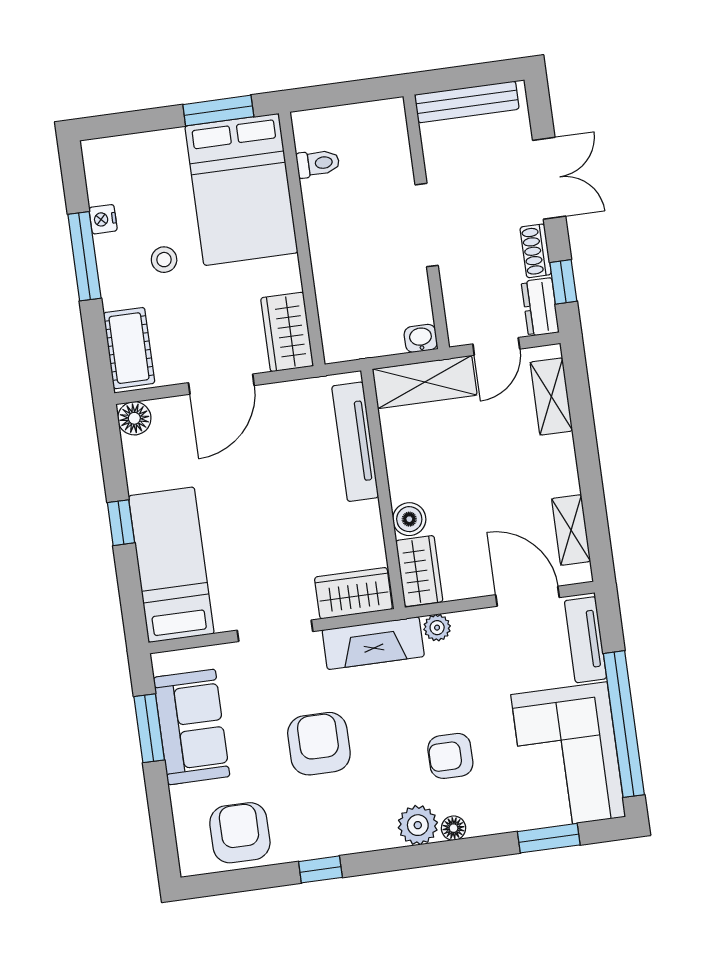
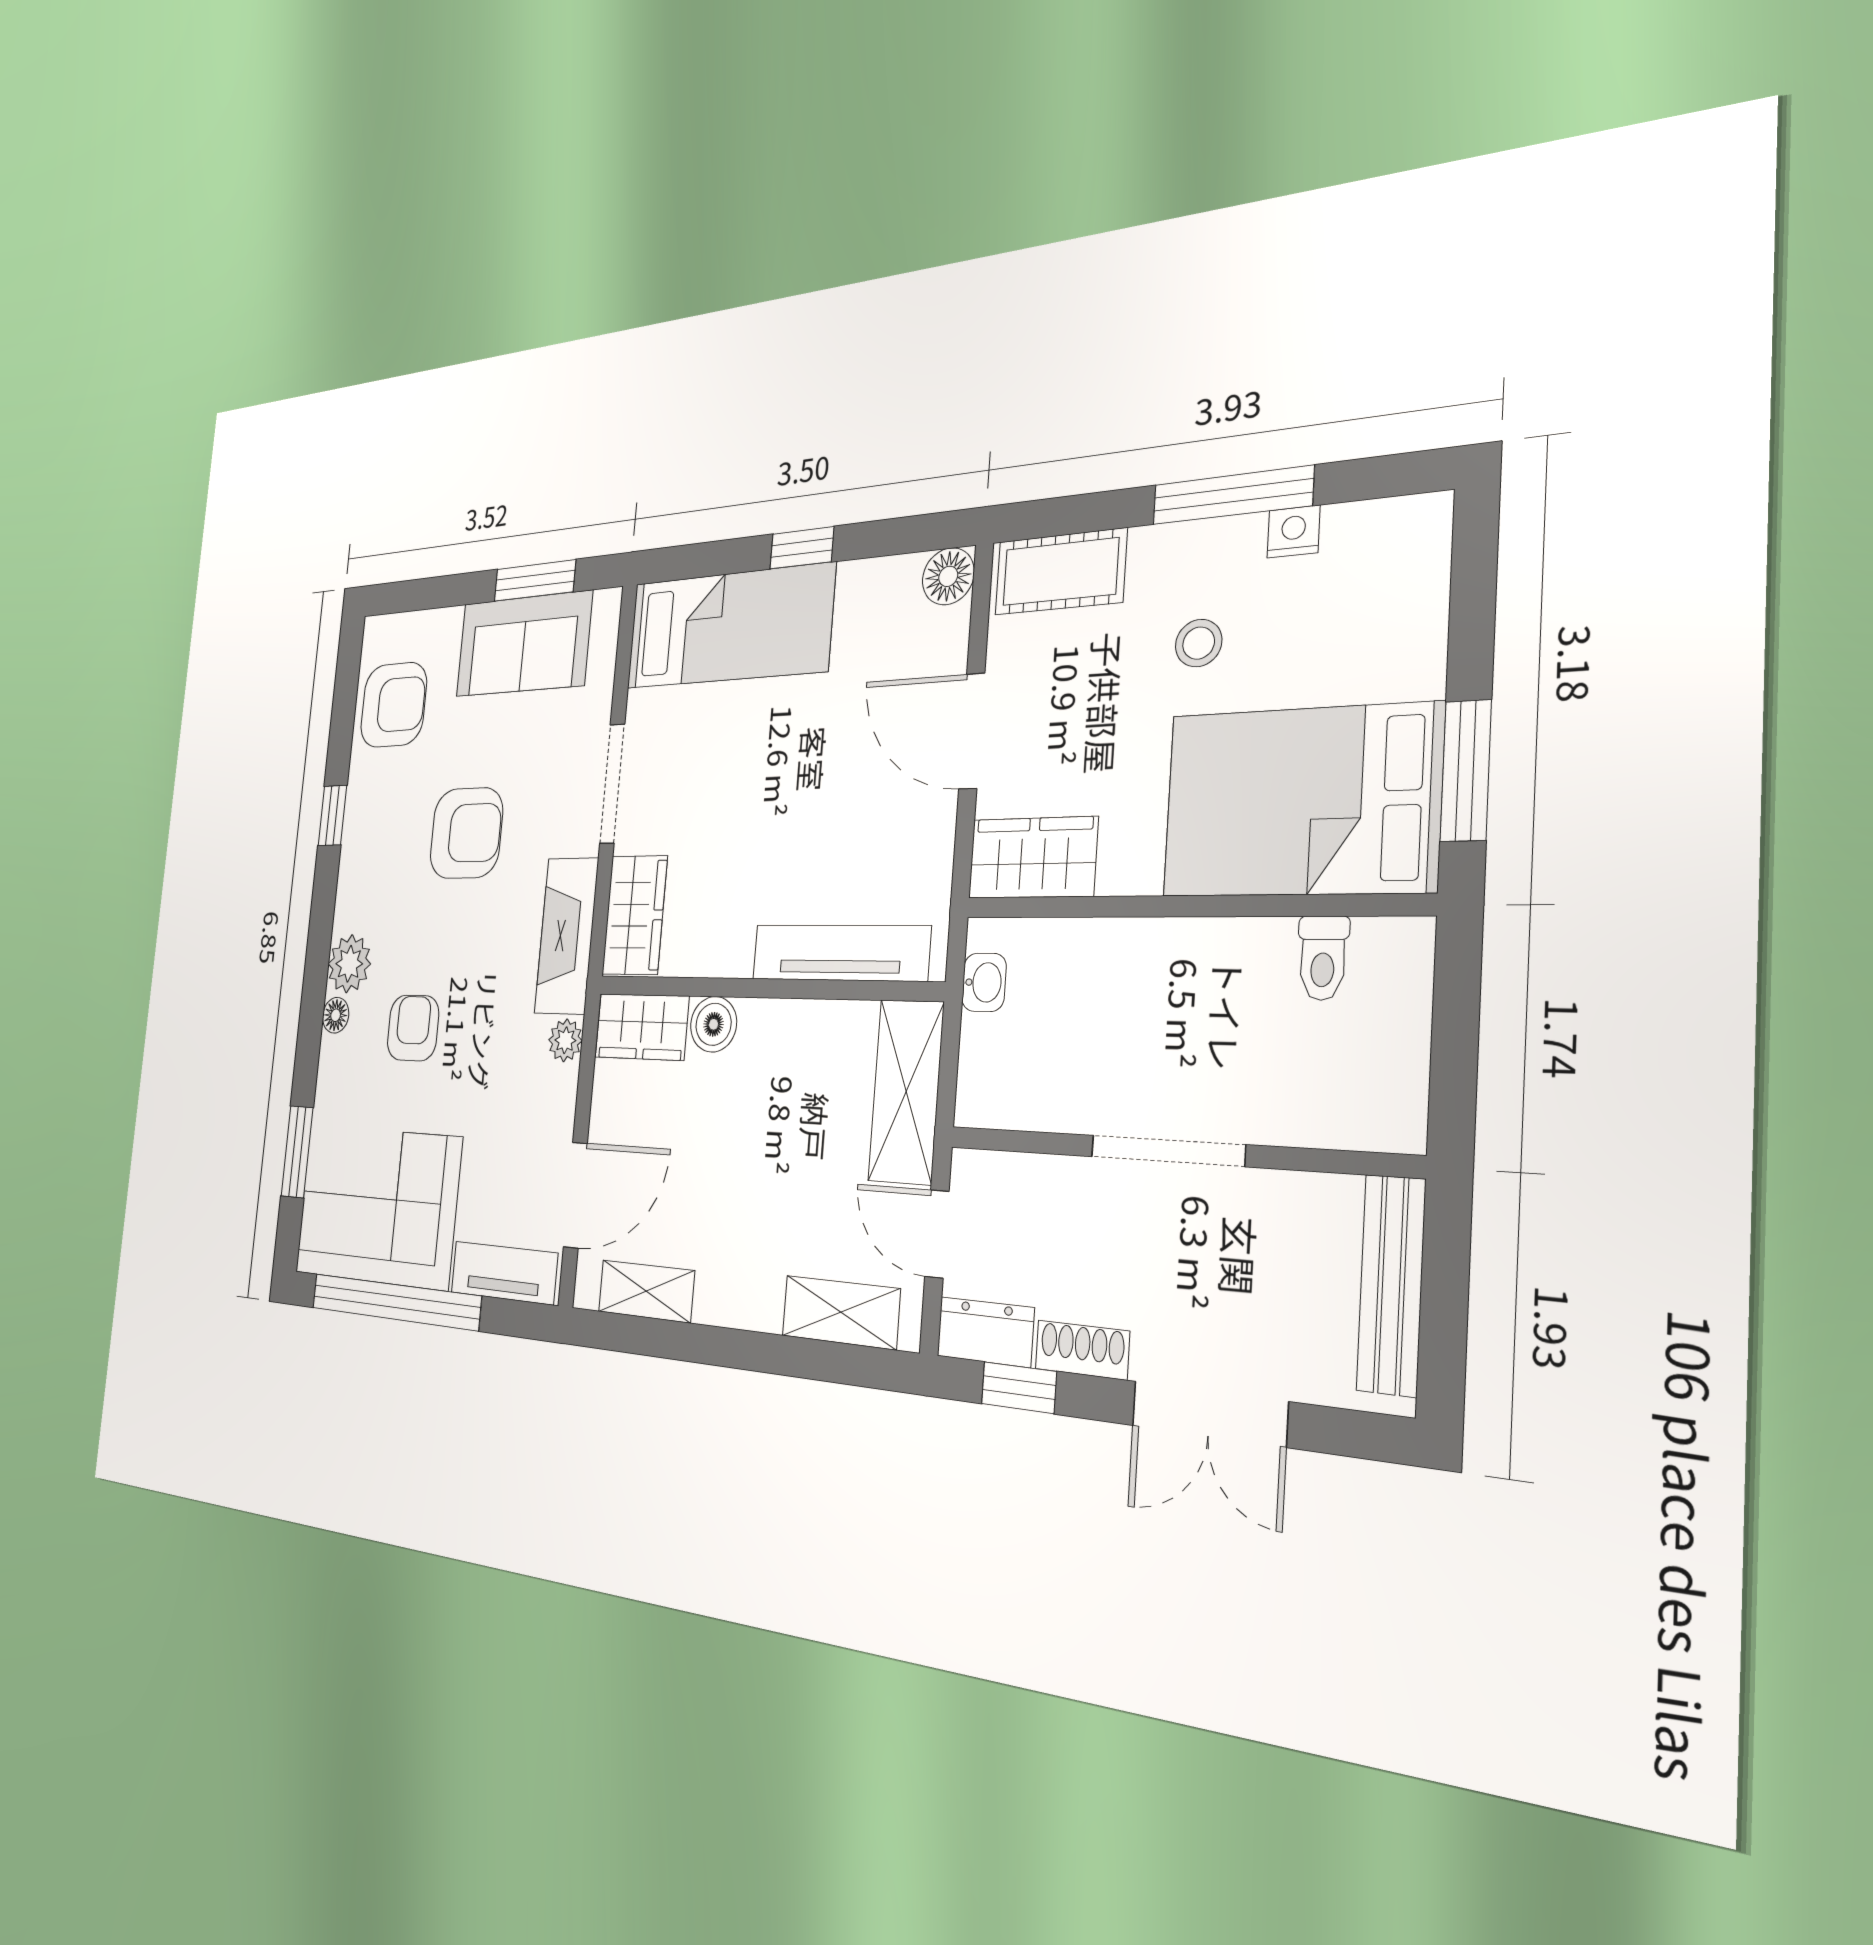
washbasin: (421, 338) -> (984, 982), moved

